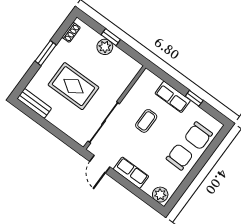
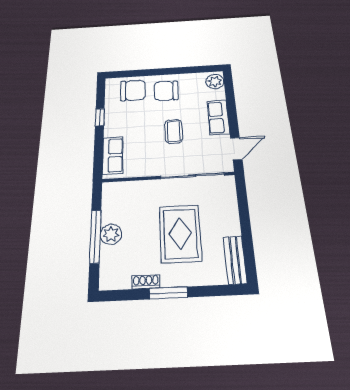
shoe rack: (71, 32) -> (146, 282), moved
window: (111, 37) -> (95, 236), width x2.17
row of seats: (173, 97) -> (113, 155), moved
coffee table: (146, 121) -> (174, 131), moved, turned 90

